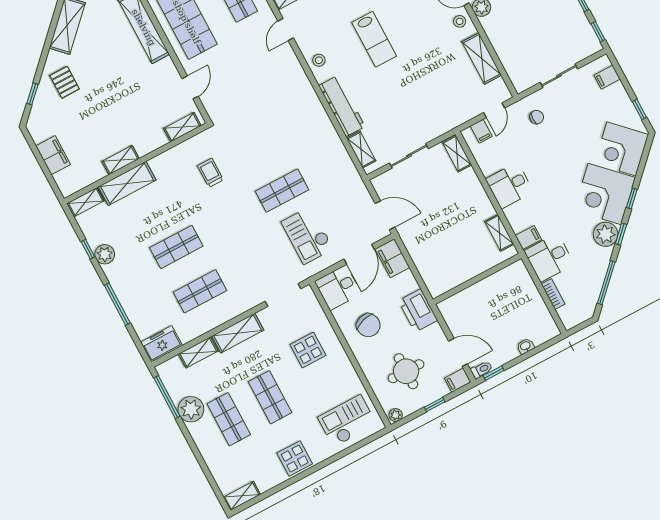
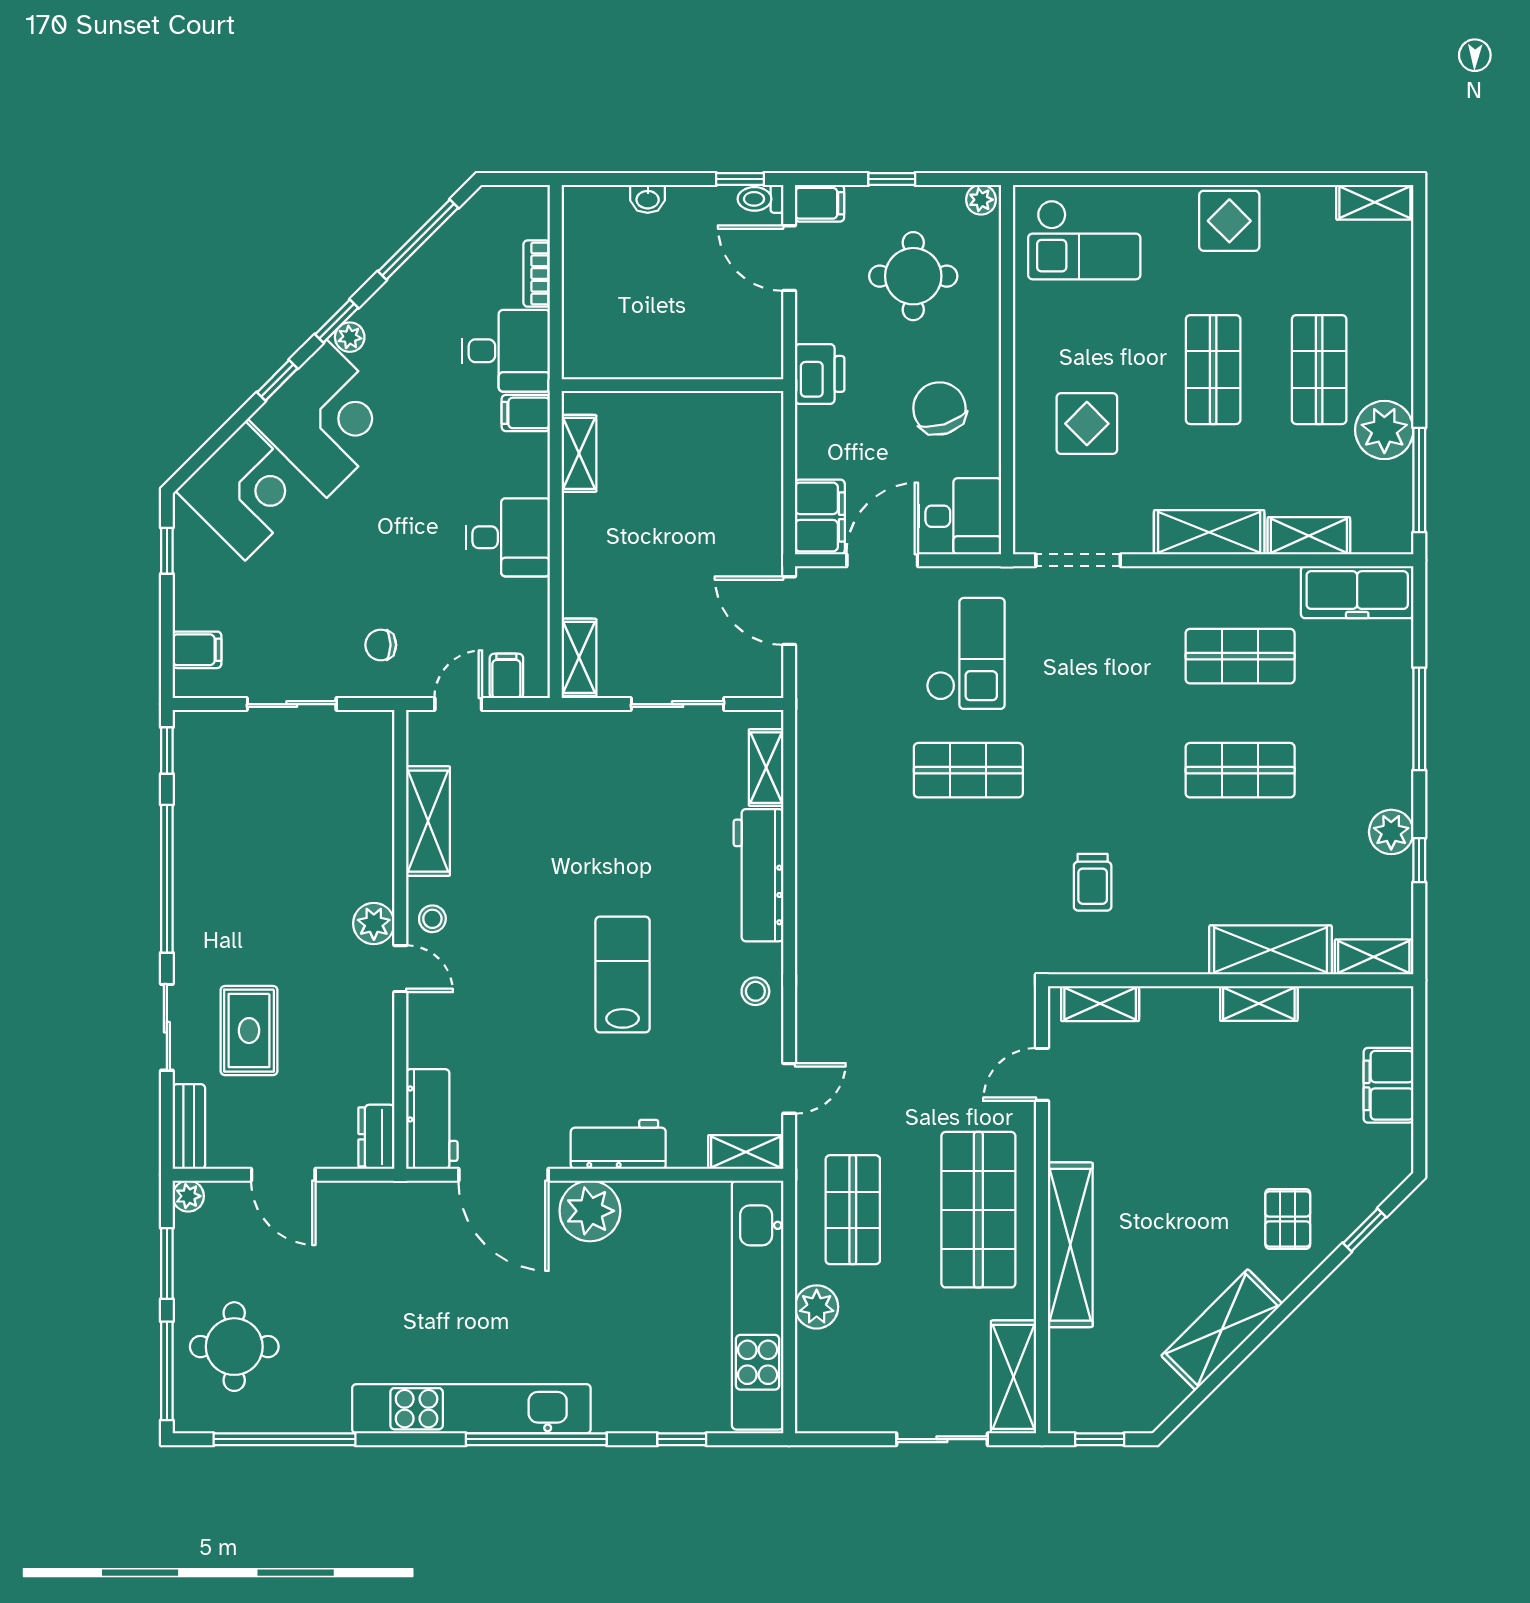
plant: (606, 234) -> (350, 337), width x0.53, depth x0.53
printer: (418, 310) -> (820, 374), width x0.73, depth x0.84
freezer: (161, 344) -> (1357, 592), width x1.40

